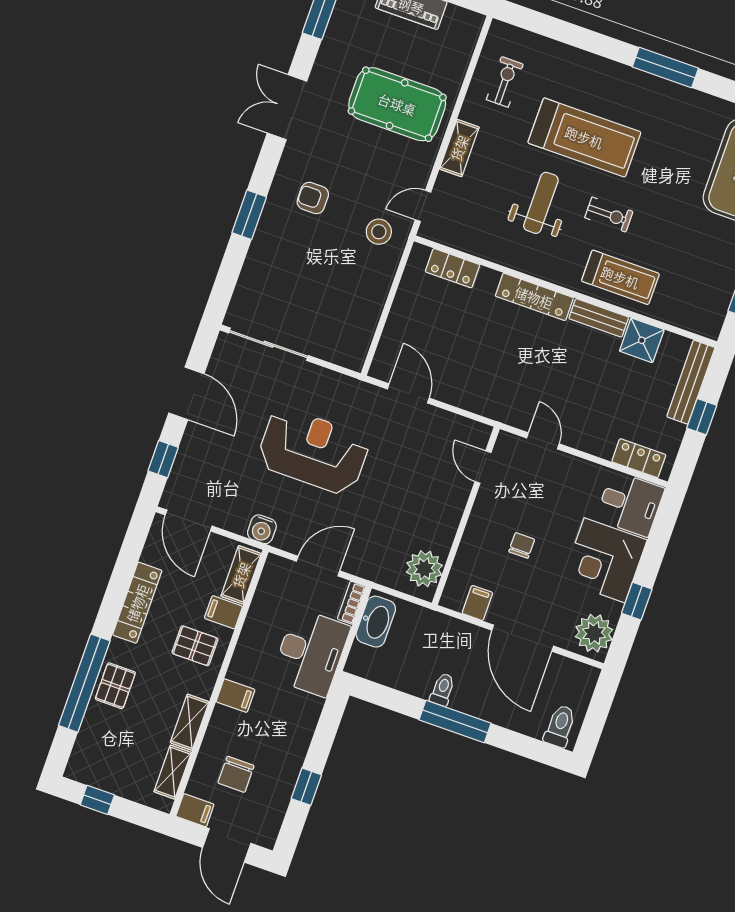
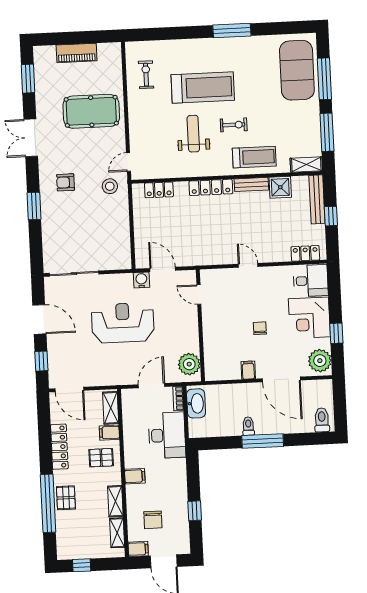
shelving: (459, 148) -> (306, 165), moved, turned 90
door: (483, 467) -> (199, 294), moved
wall: (466, 516) -> (200, 325), moved
water cooler: (262, 529) -> (141, 280), moved, turned 180
plant: (424, 569) -> (189, 364), moved

